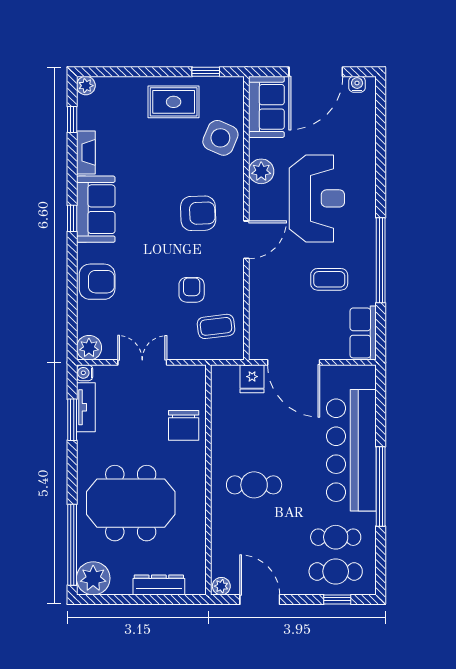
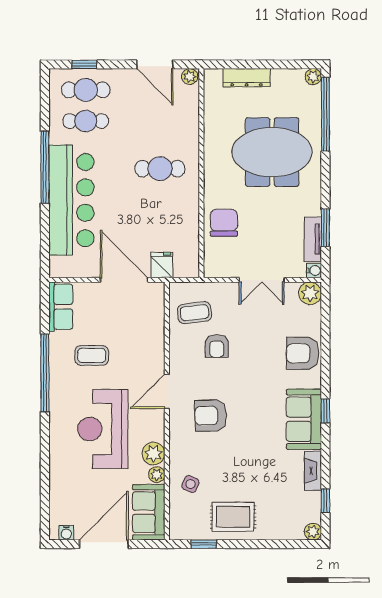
side table: (220, 138) -> (191, 484), width x0.54, depth x0.54
plant: (258, 148) -> (157, 475), added
plant: (93, 578) -> (313, 77), width x0.53, depth x0.53

